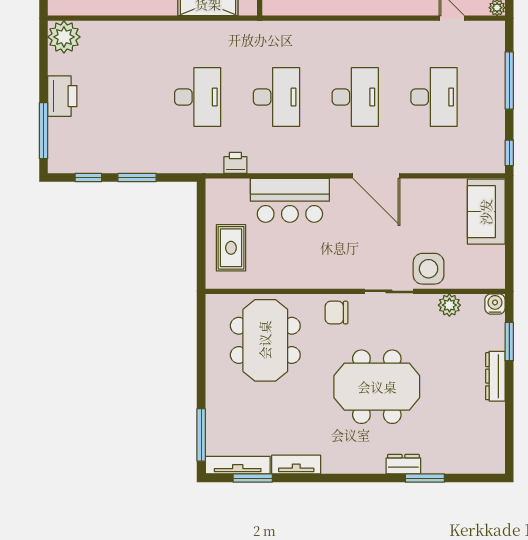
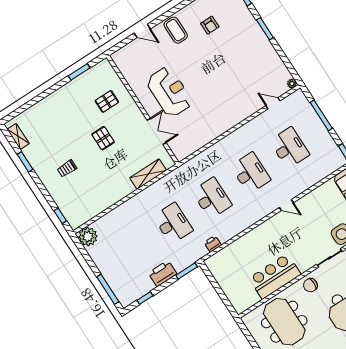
printer: (62, 96) -> (162, 273), moved, turned -90
door: (376, 176) -> (286, 205), width x0.53
window: (137, 177) -> (187, 271), moved
bar counter: (290, 200) -> (275, 276), moved, turned 180
rug: (231, 248) -> (238, 287), removed

